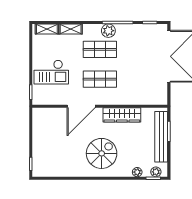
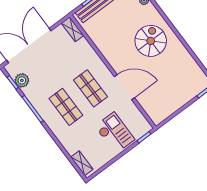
shelving: (71, 29) -> (73, 29), moved
plant: (108, 31) -> (22, 80), moved
wardrobe: (122, 115) -> (106, 48), removed
spiral stairs: (102, 153) -> (151, 41), turned 90

